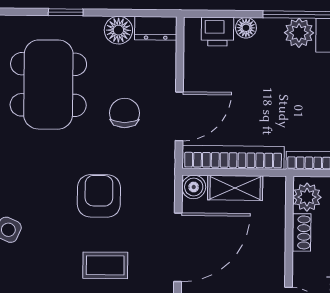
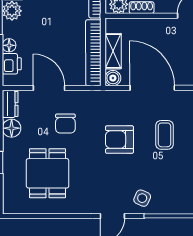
dining table: (48, 85) -> (48, 173), width x0.73
chair: (125, 113) -> (65, 124), turned -90
door: (179, 116) -> (49, 88), moved

